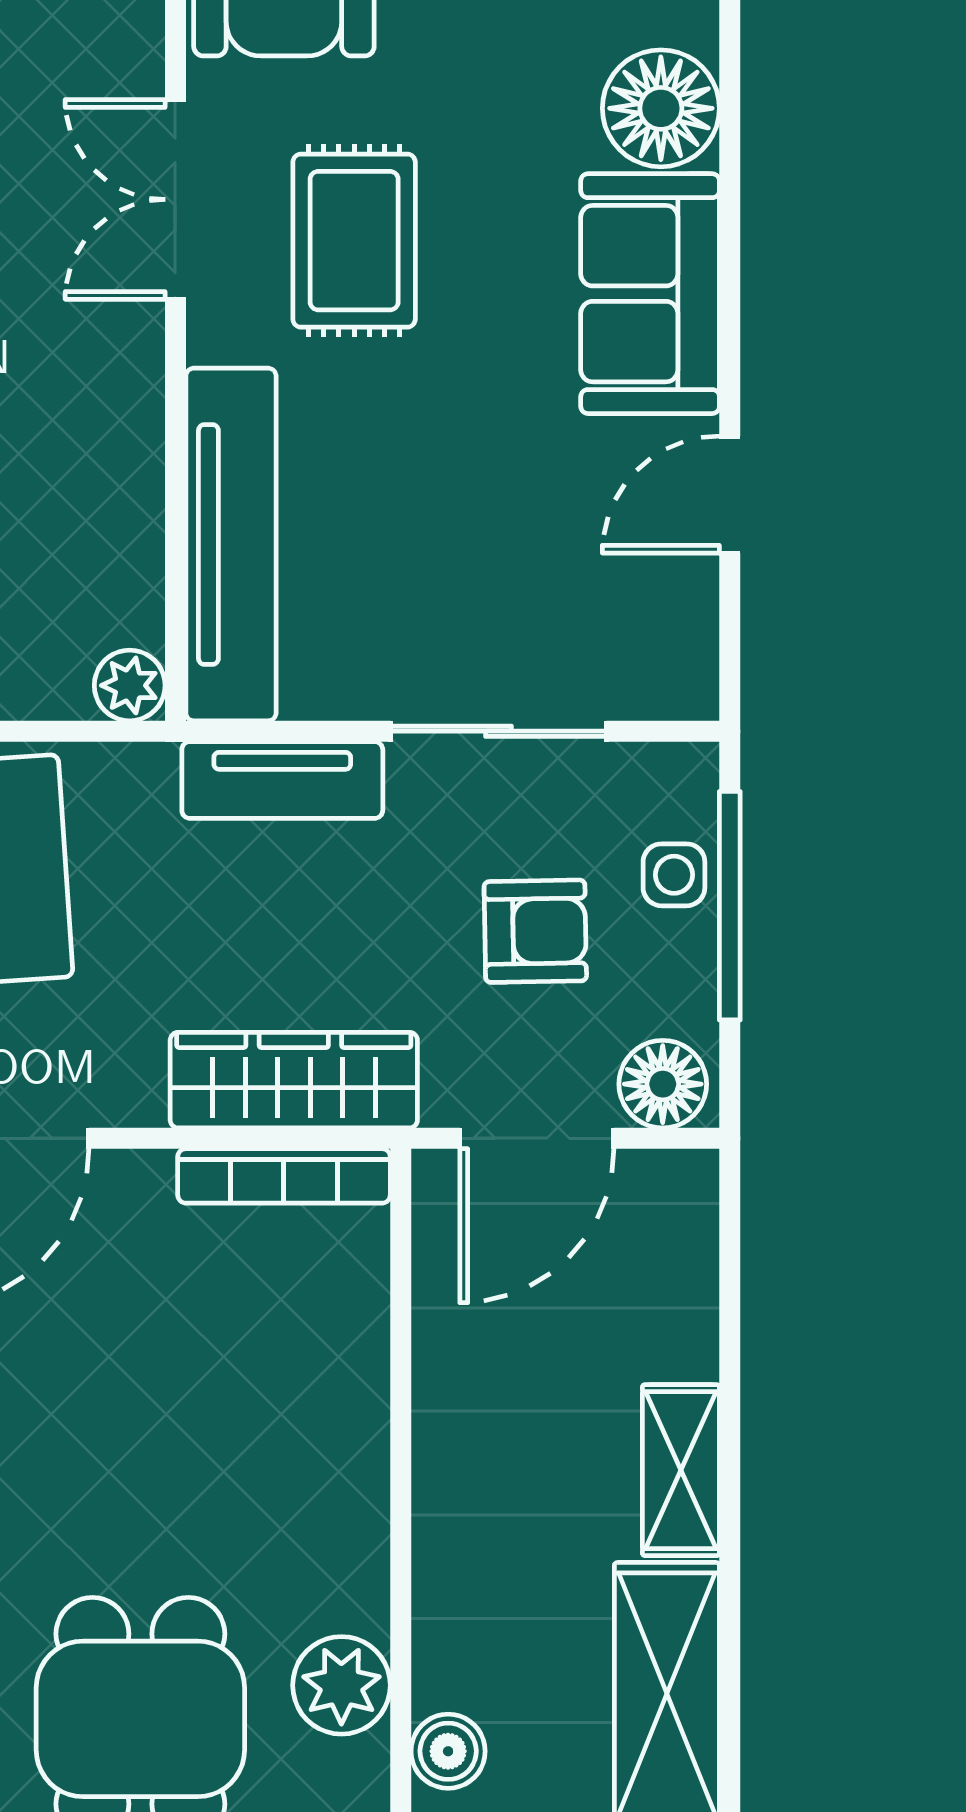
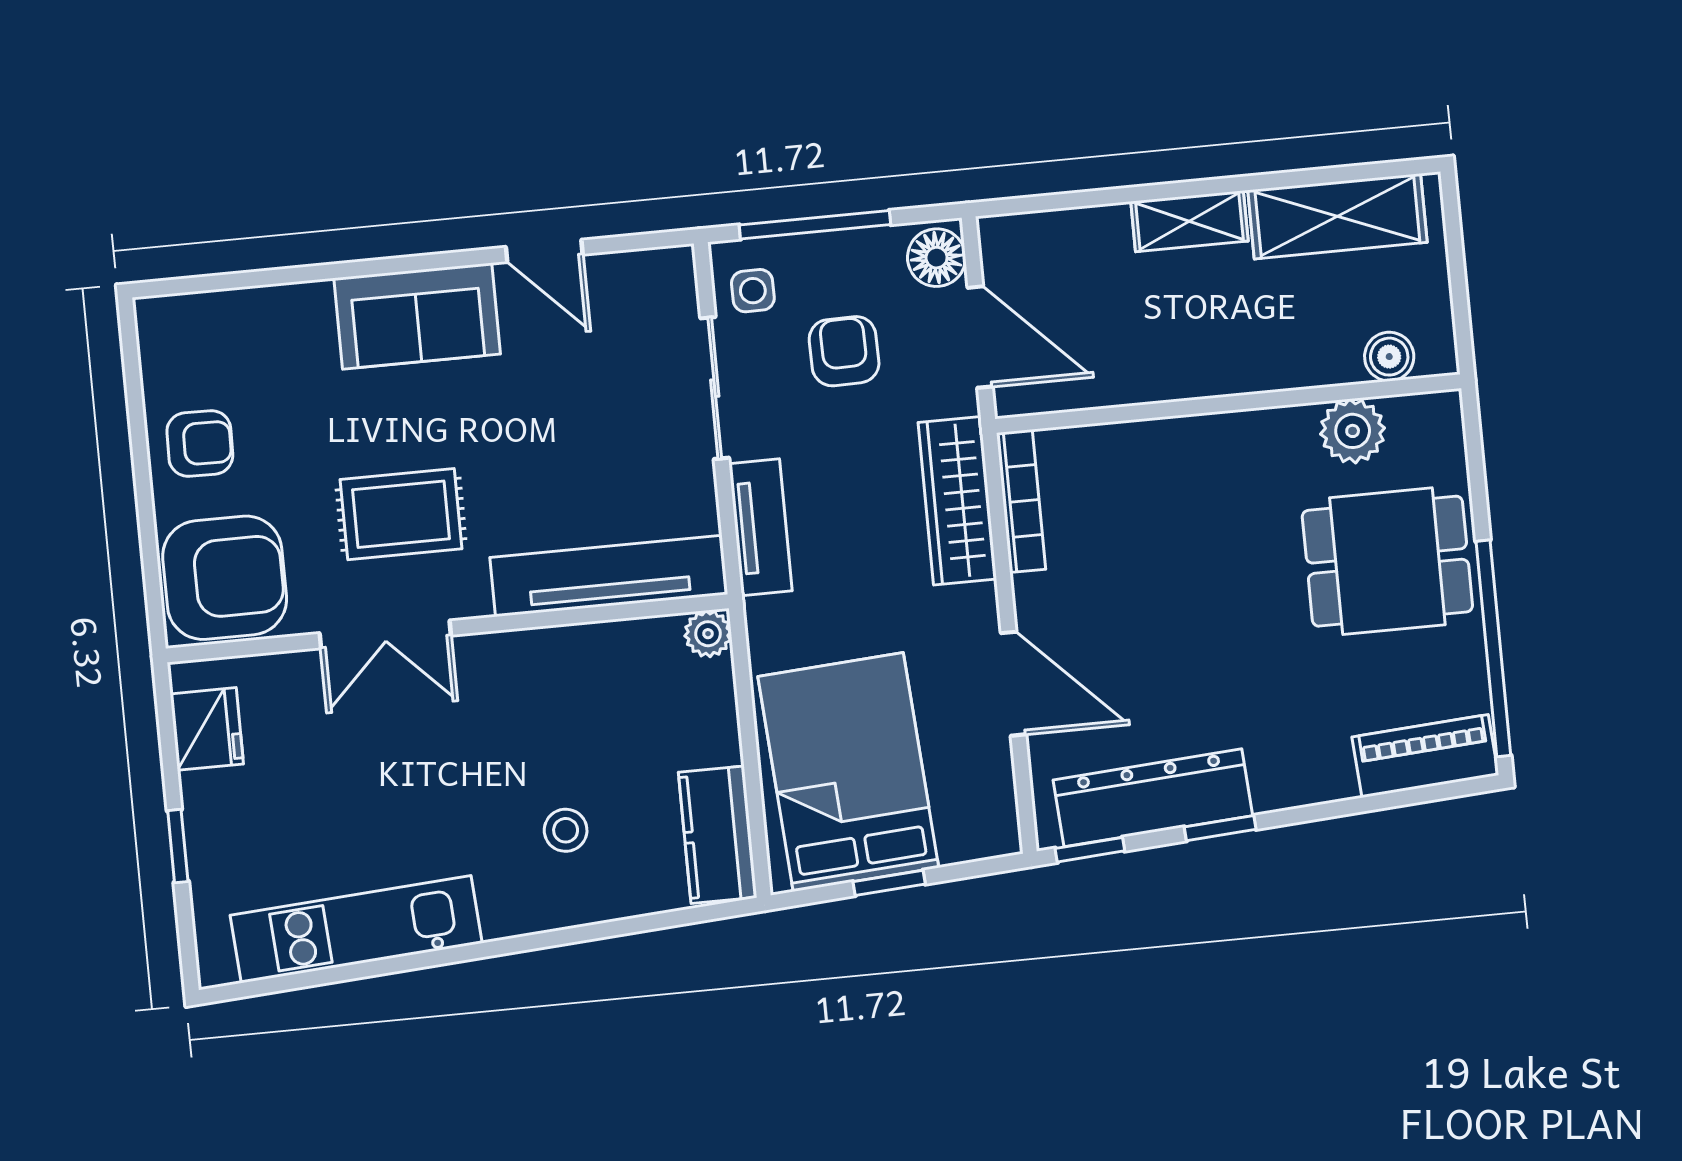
floor lamp: (661, 108) -> (295, 321), removed
side table: (674, 875) -> (753, 291), moved

